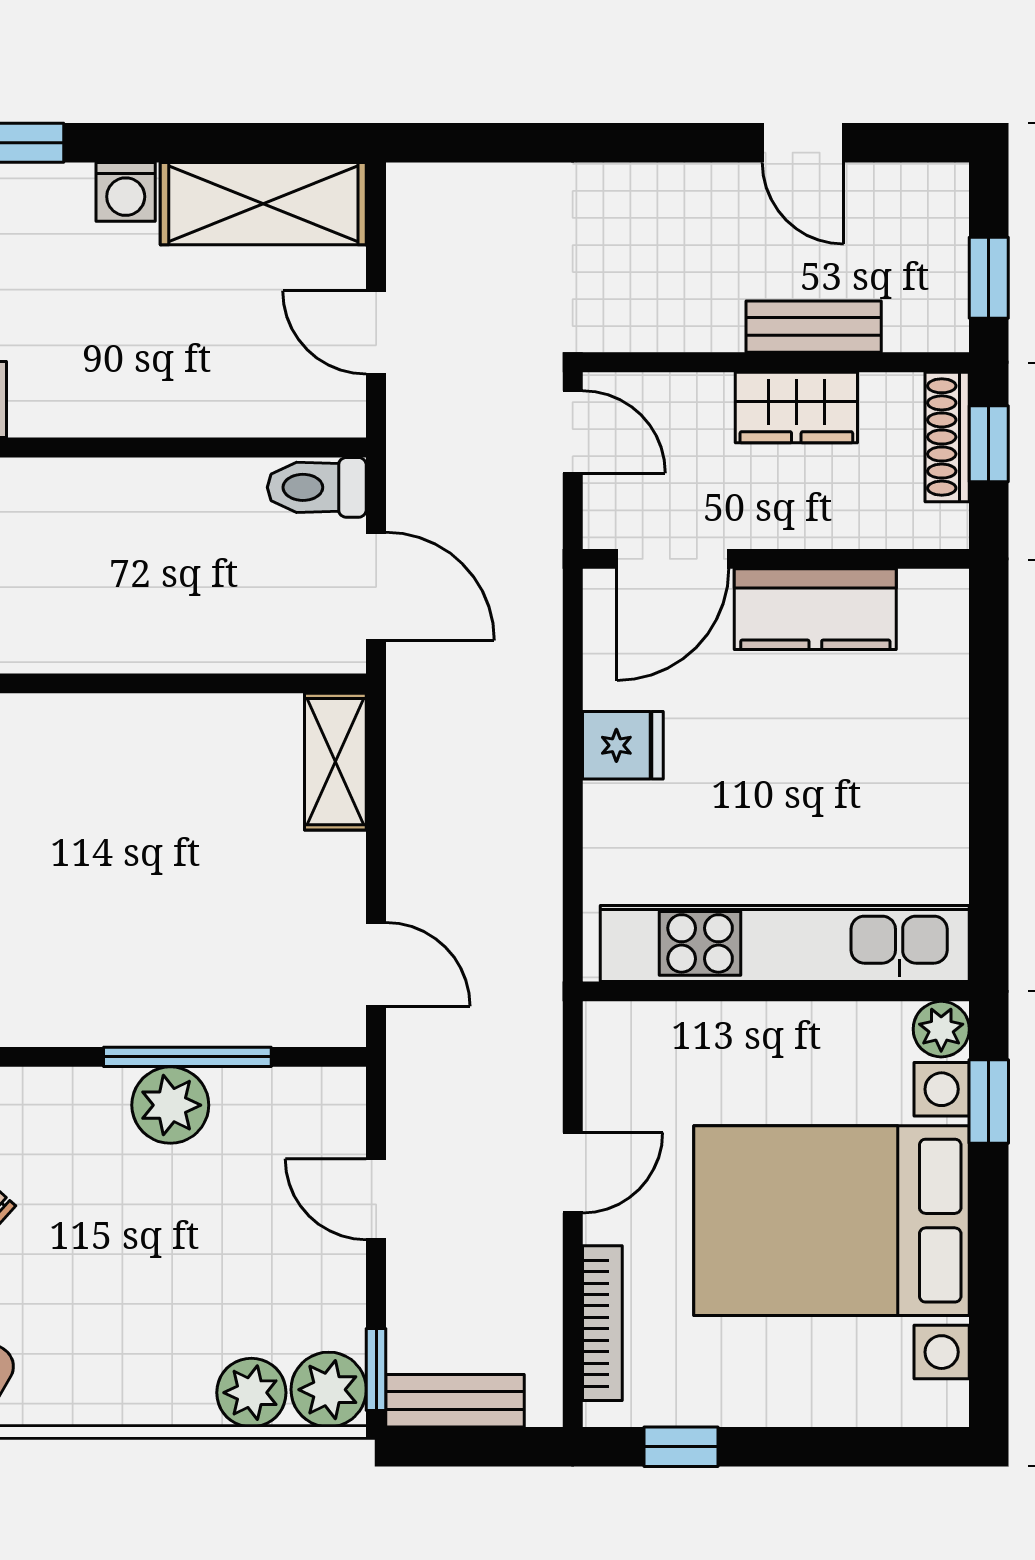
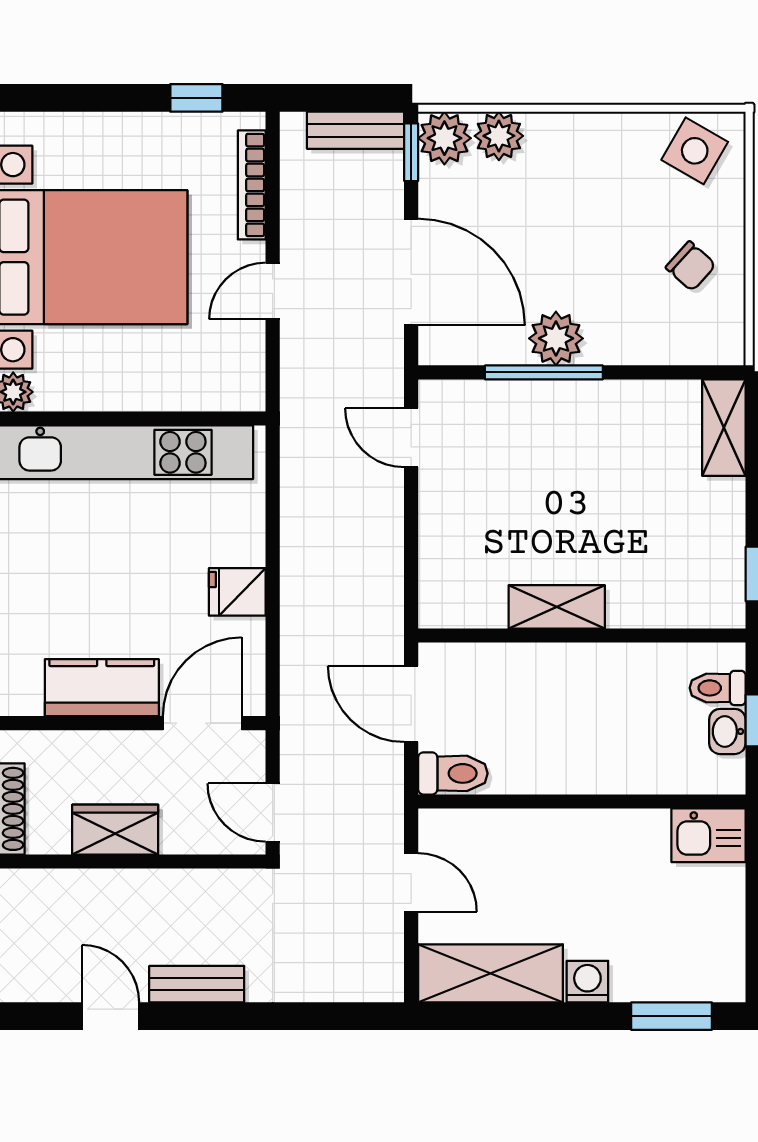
bench: (814, 327) -> (197, 984), moved
shelving: (335, 762) -> (557, 607), moved, turned 90
door: (376, 1199) -> (411, 272), width x1.87

